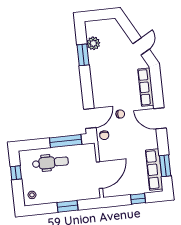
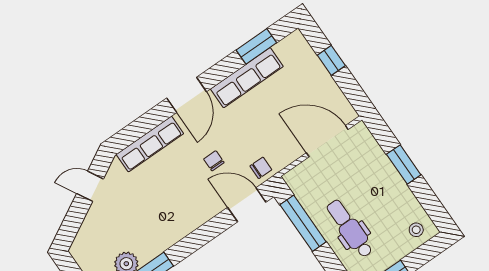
row of seats: (154, 170) -> (247, 78), moved

